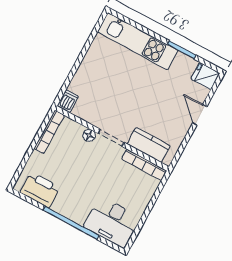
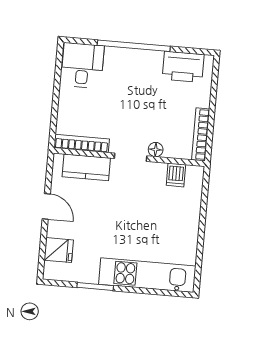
fridge: (205, 76) -> (59, 250), moved
dishwasher: (68, 101) -> (176, 175), moved
door: (200, 115) -> (46, 206), moved
desk: (112, 222) -> (82, 65), width x0.73

